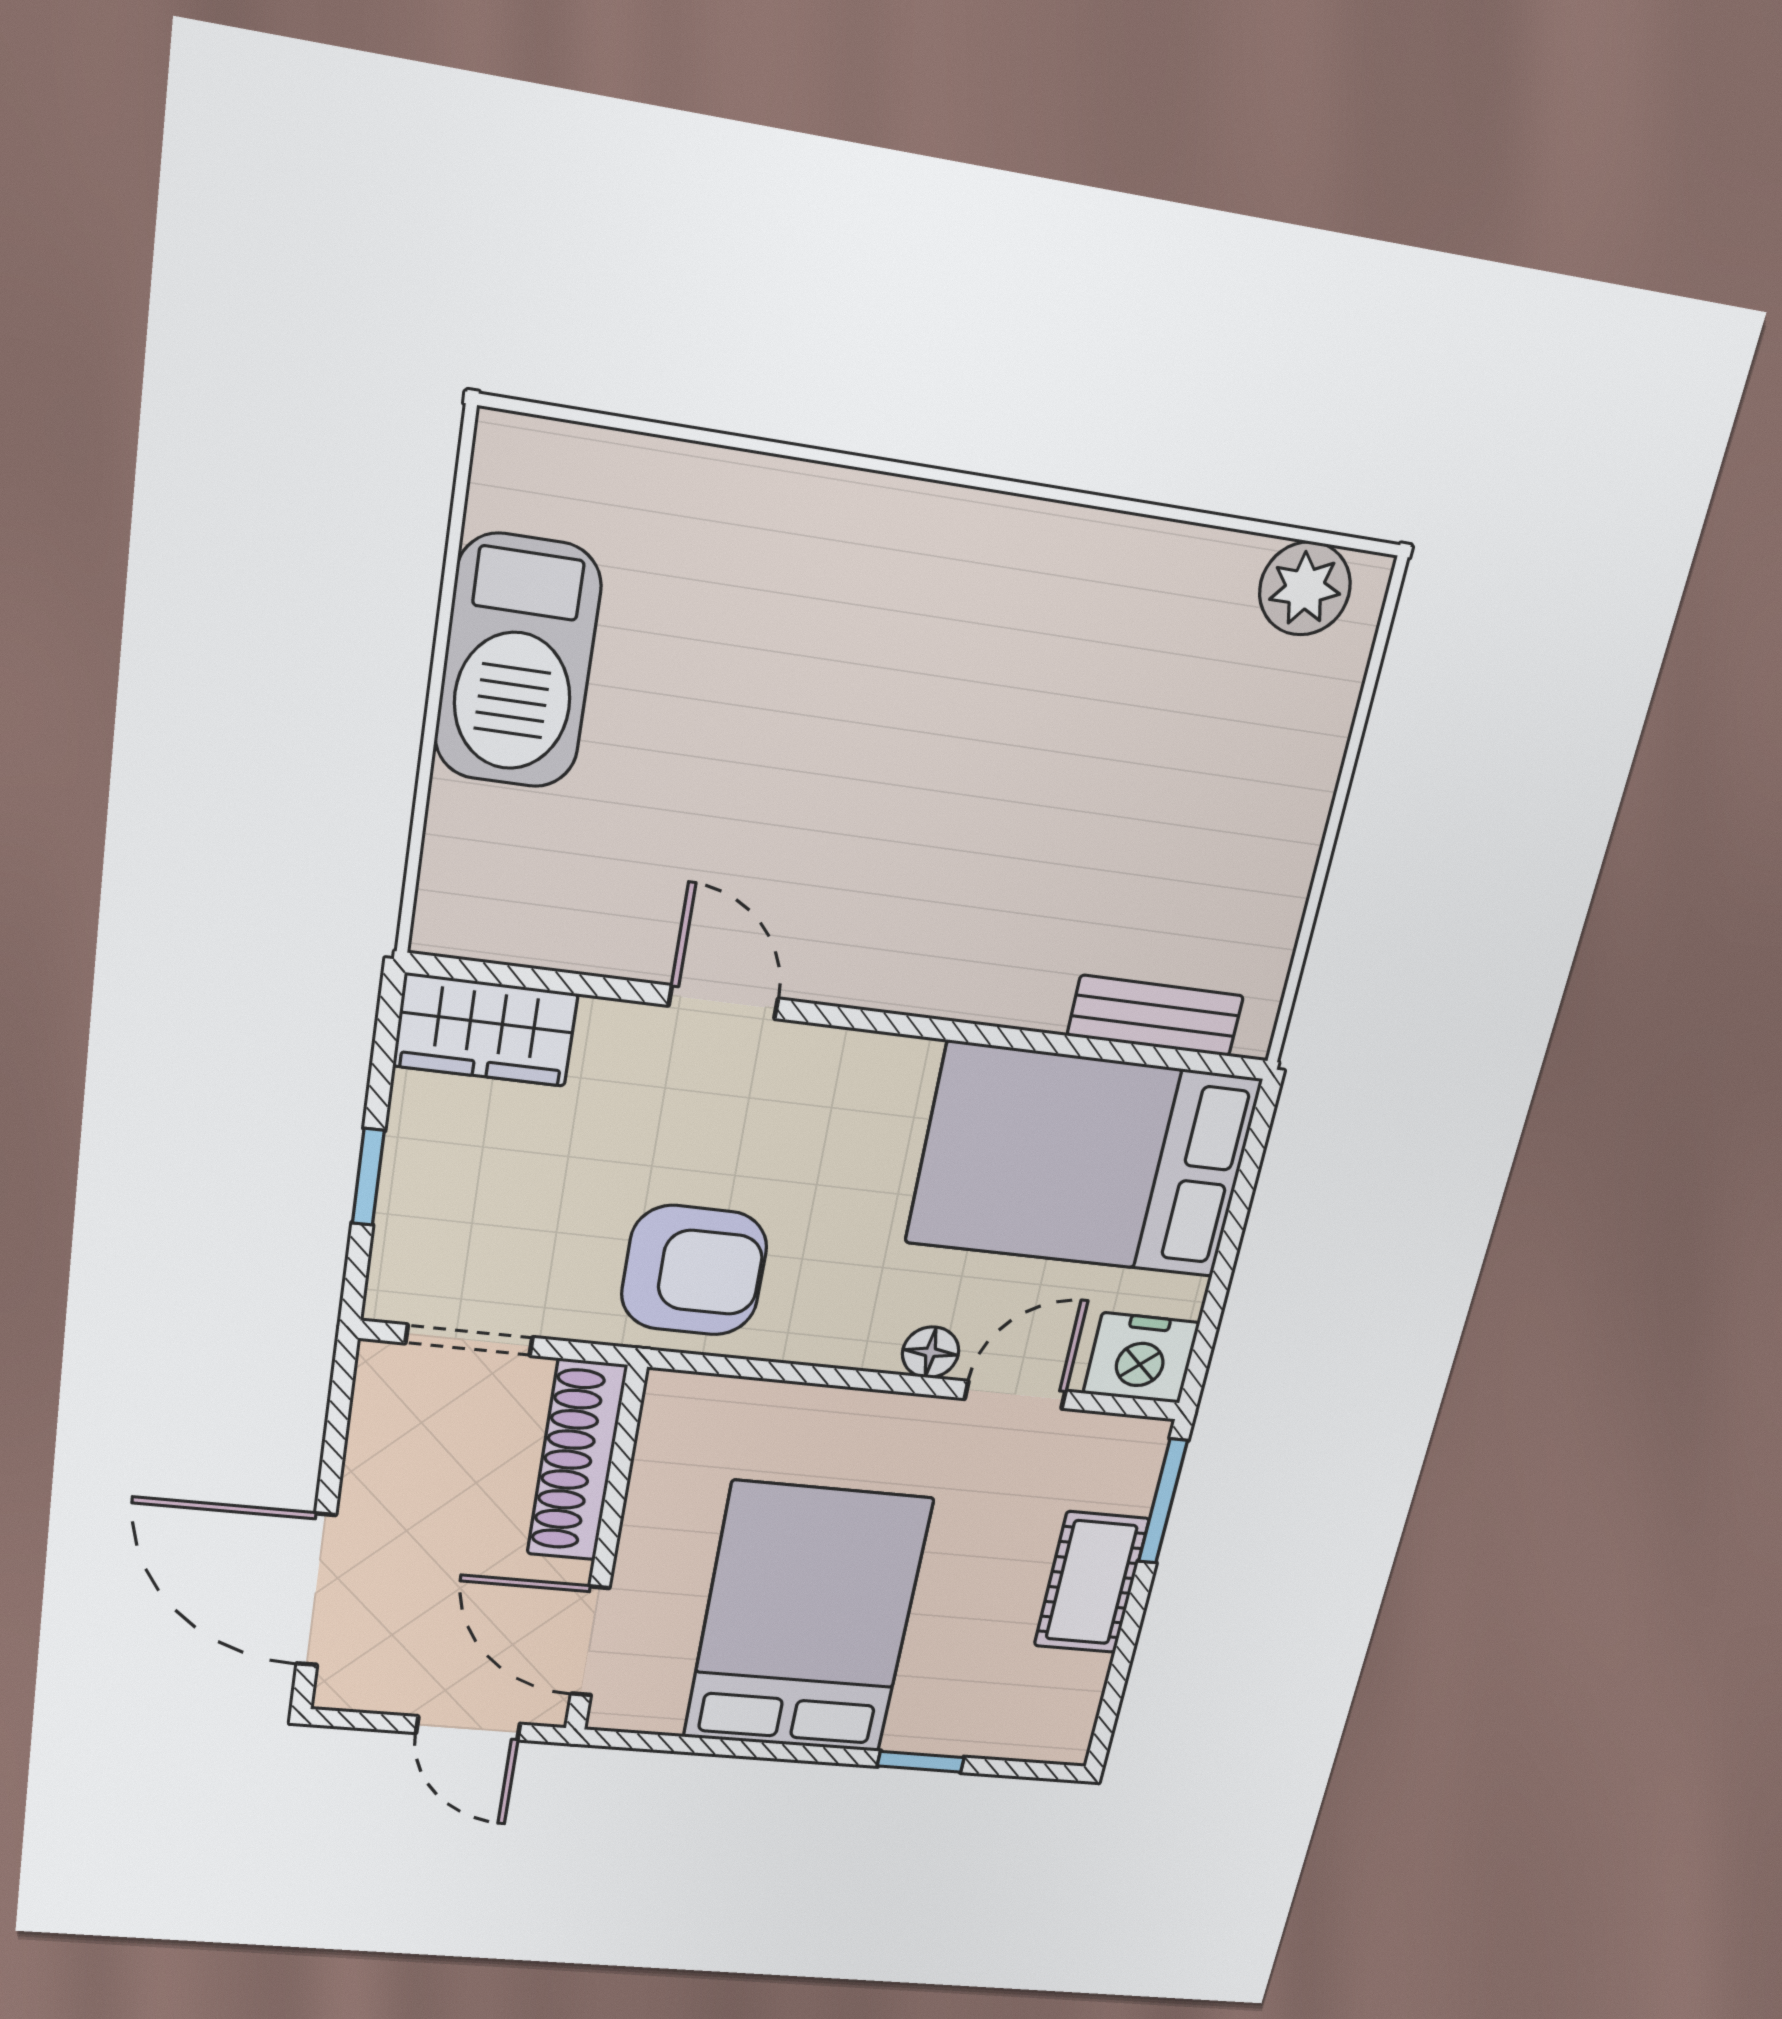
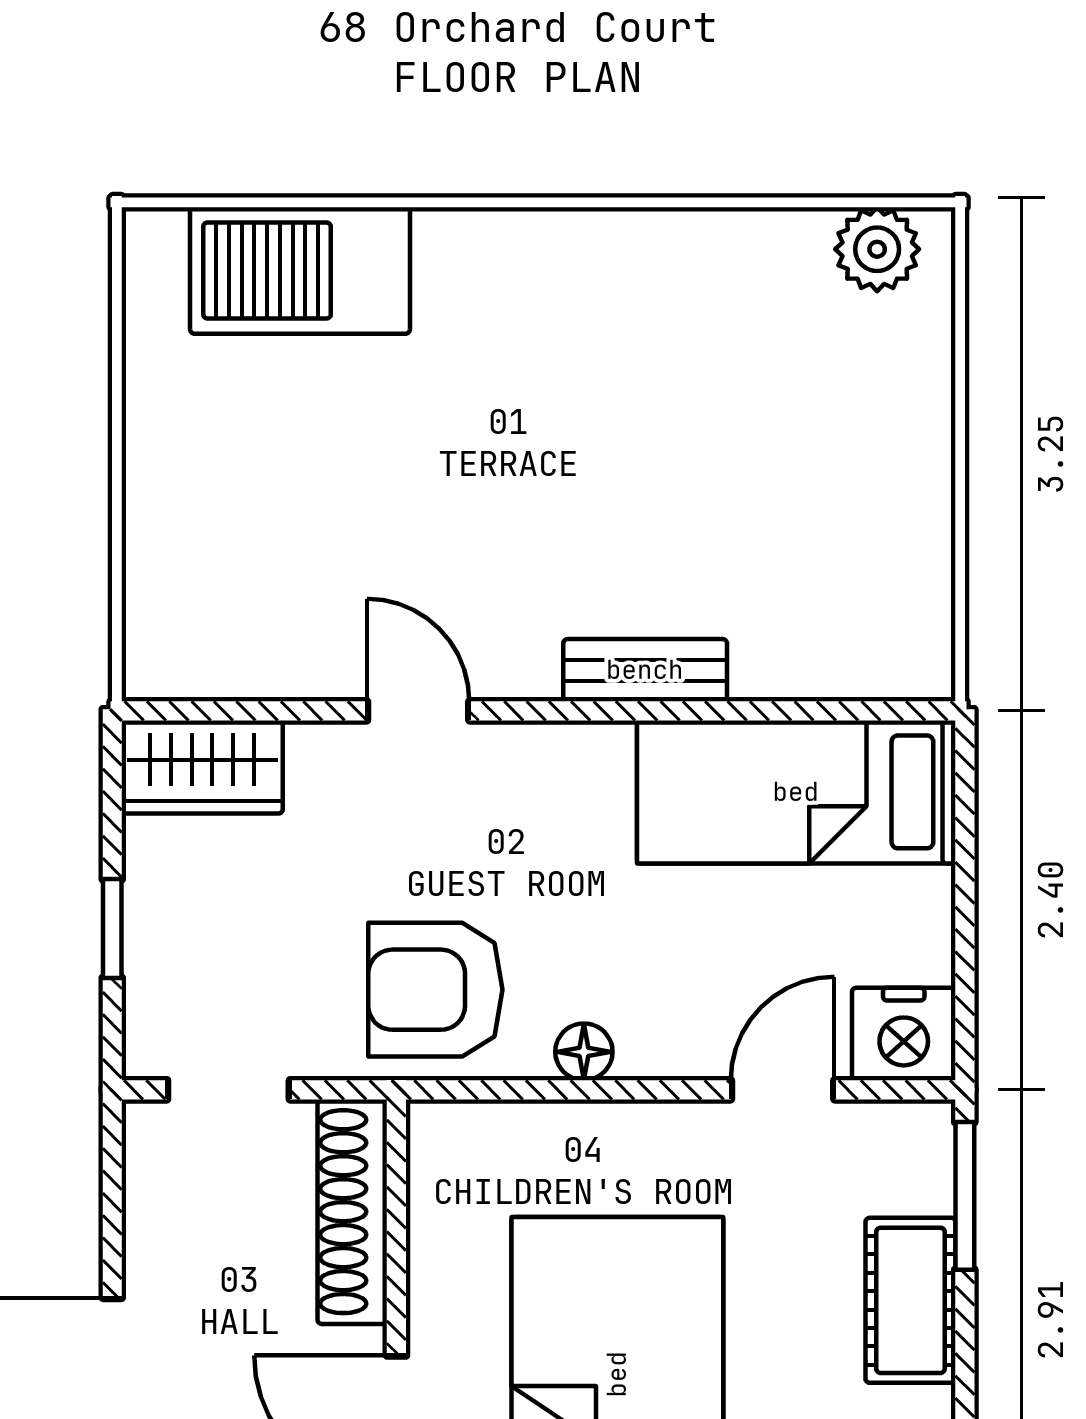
barbecue: (517, 662) -> (300, 271), moved, turned 90
bench: (1155, 1016) -> (645, 670), moved
bed: (1083, 1161) -> (796, 792), width x0.67
armchair: (694, 1271) -> (435, 990), turned 180
floor lamp: (931, 1352) -> (584, 1052), moved

